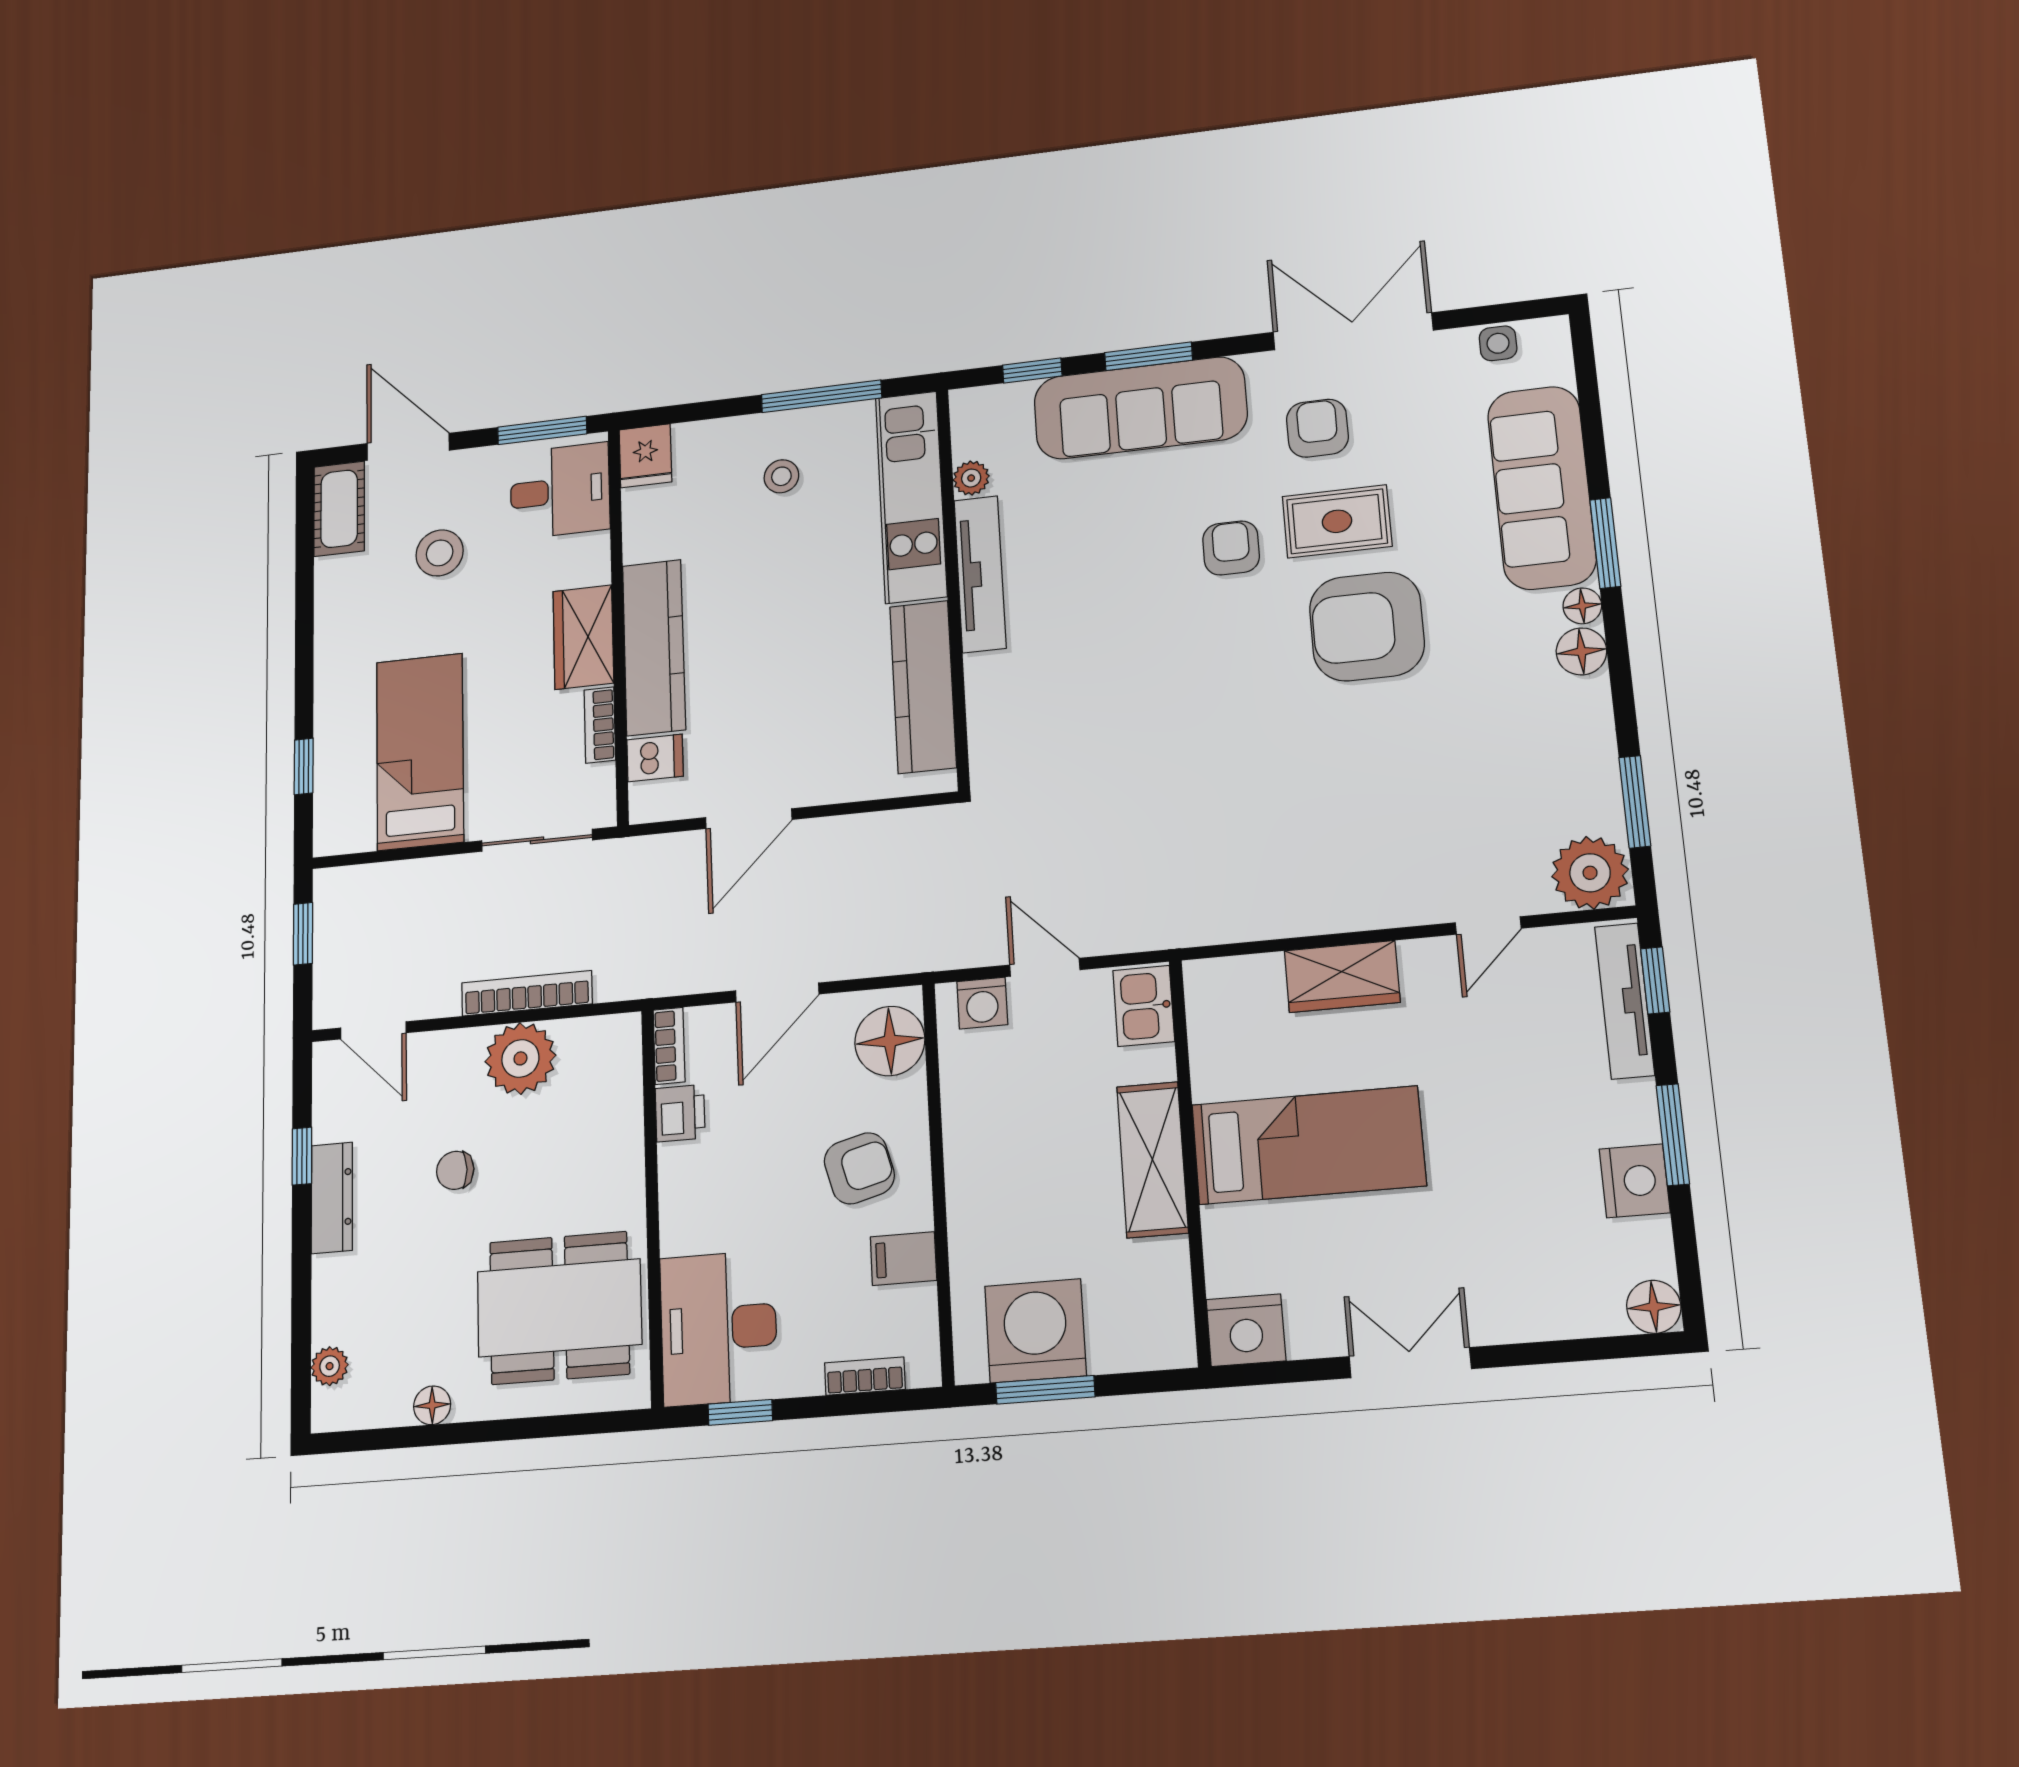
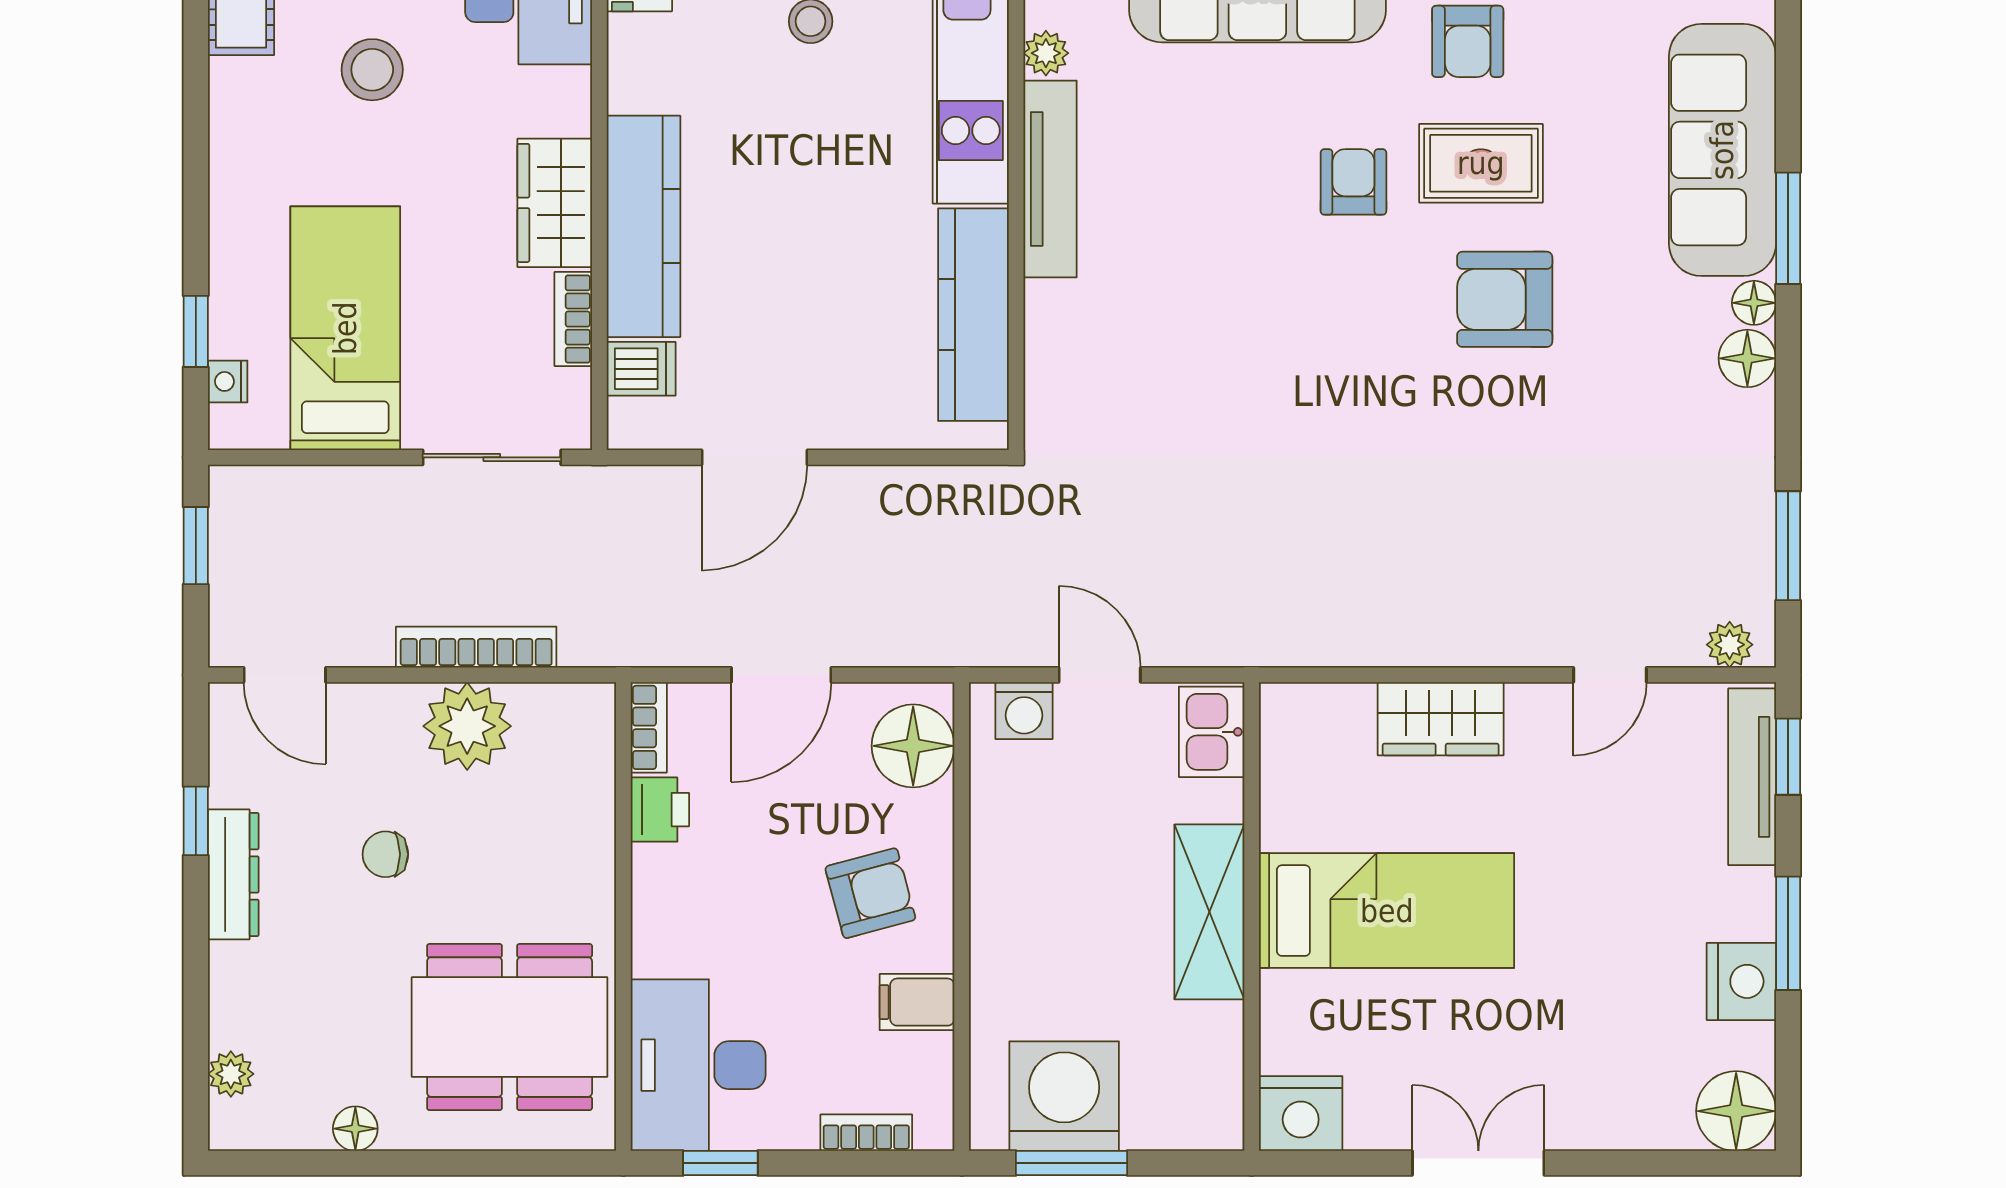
armchair: (1317, 428) -> (1468, 41), turned 180
armchair: (1367, 626) -> (1505, 299), width x0.73, depth x0.73
nightstand: (328, 802) -> (228, 381), added
plant: (1590, 873) -> (1730, 645), width x0.53, depth x0.53
floor lamp: (1654, 1307) -> (1736, 1111), width x1.38, depth x1.38

